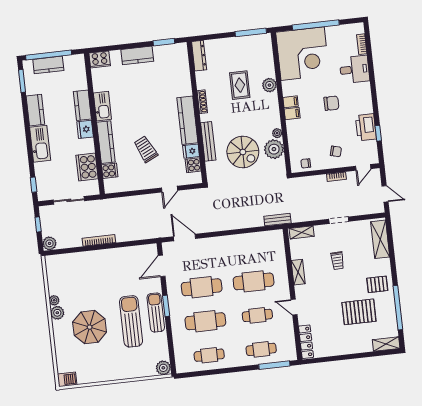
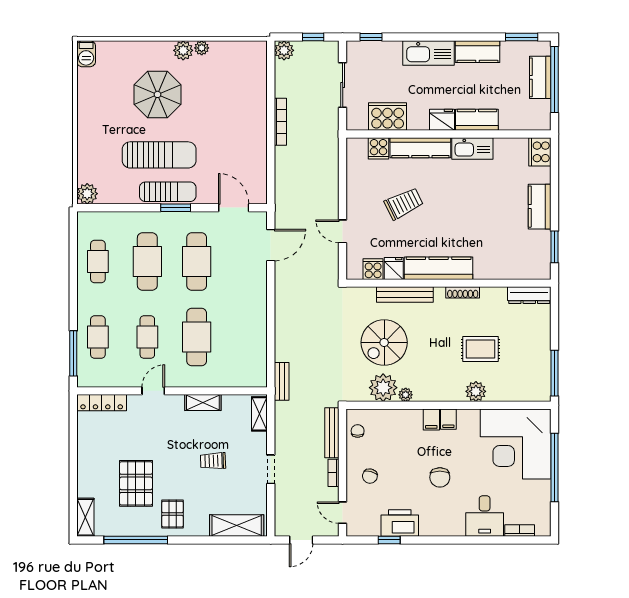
bench: (309, 181) -> (332, 433), added

